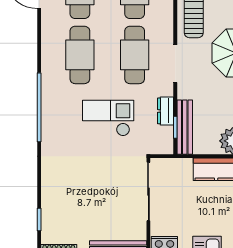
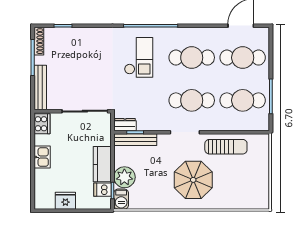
dresser: (166, 111) -> (125, 125), moved
checkout: (108, 118) -> (139, 57), moved

